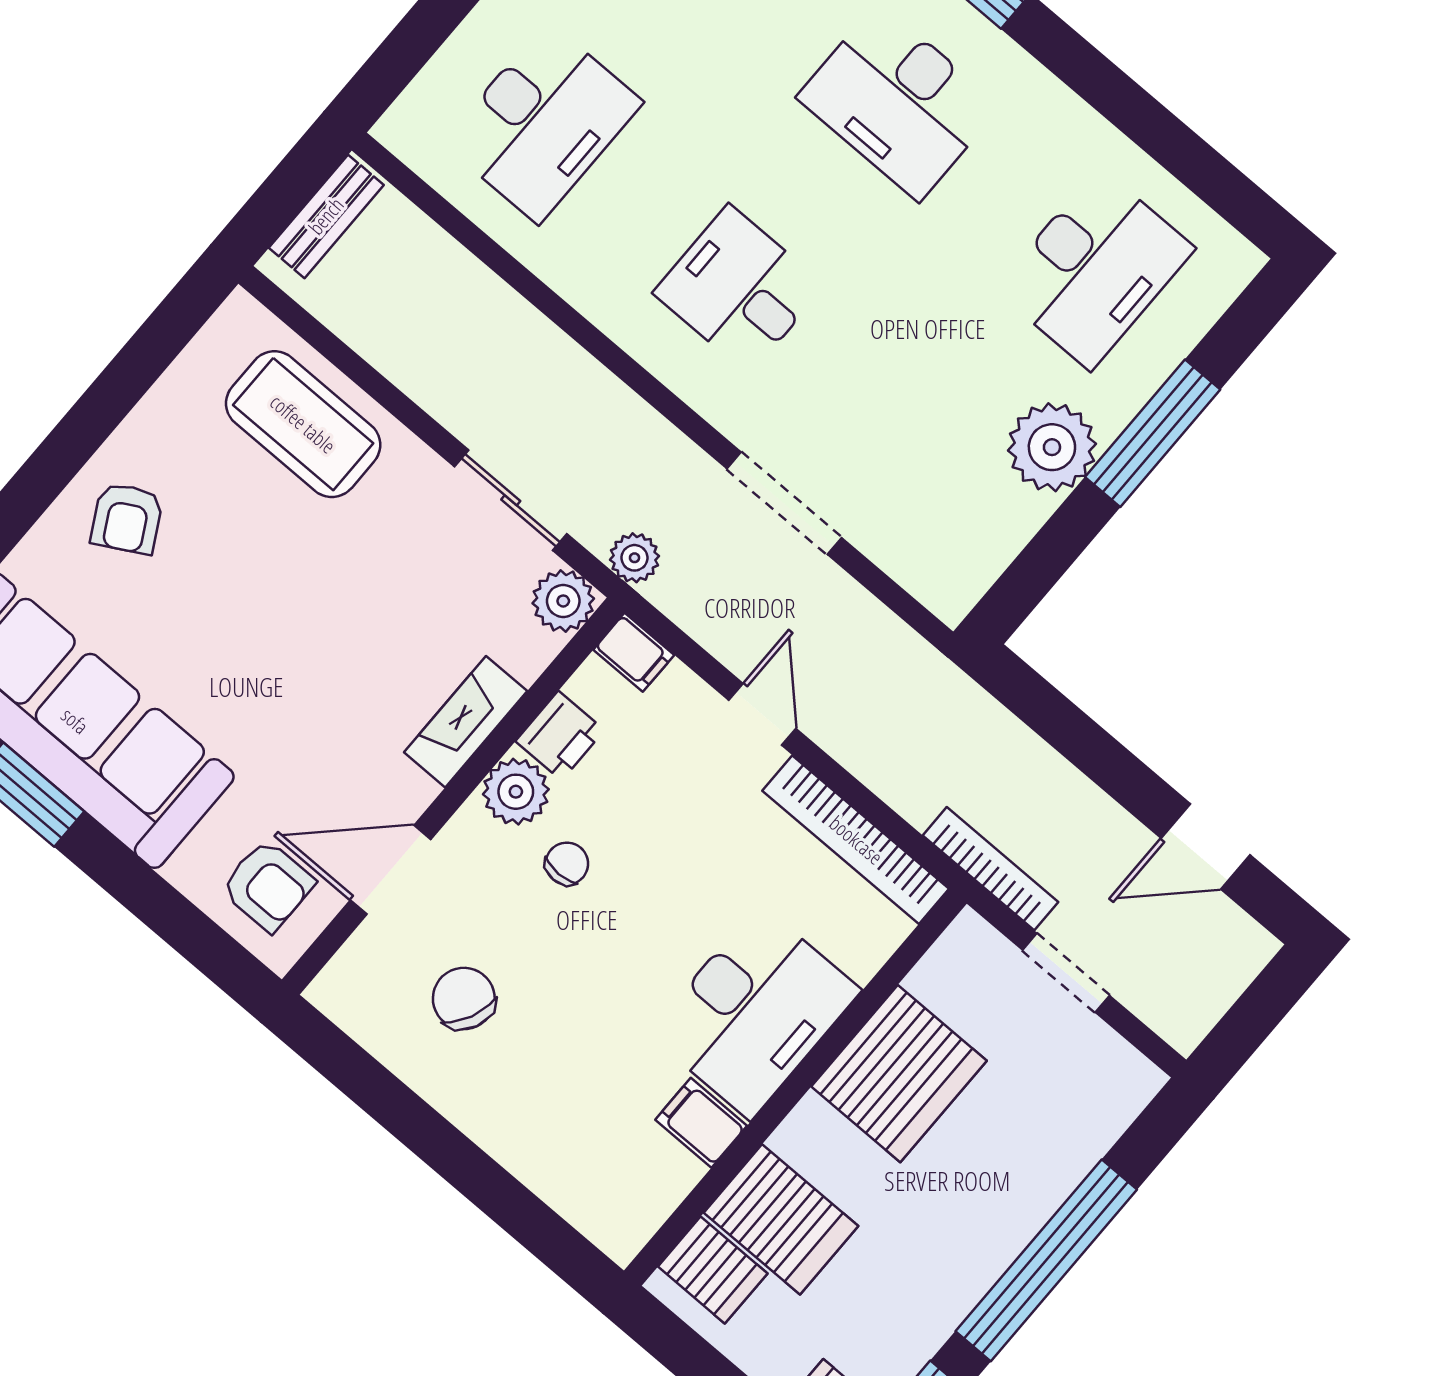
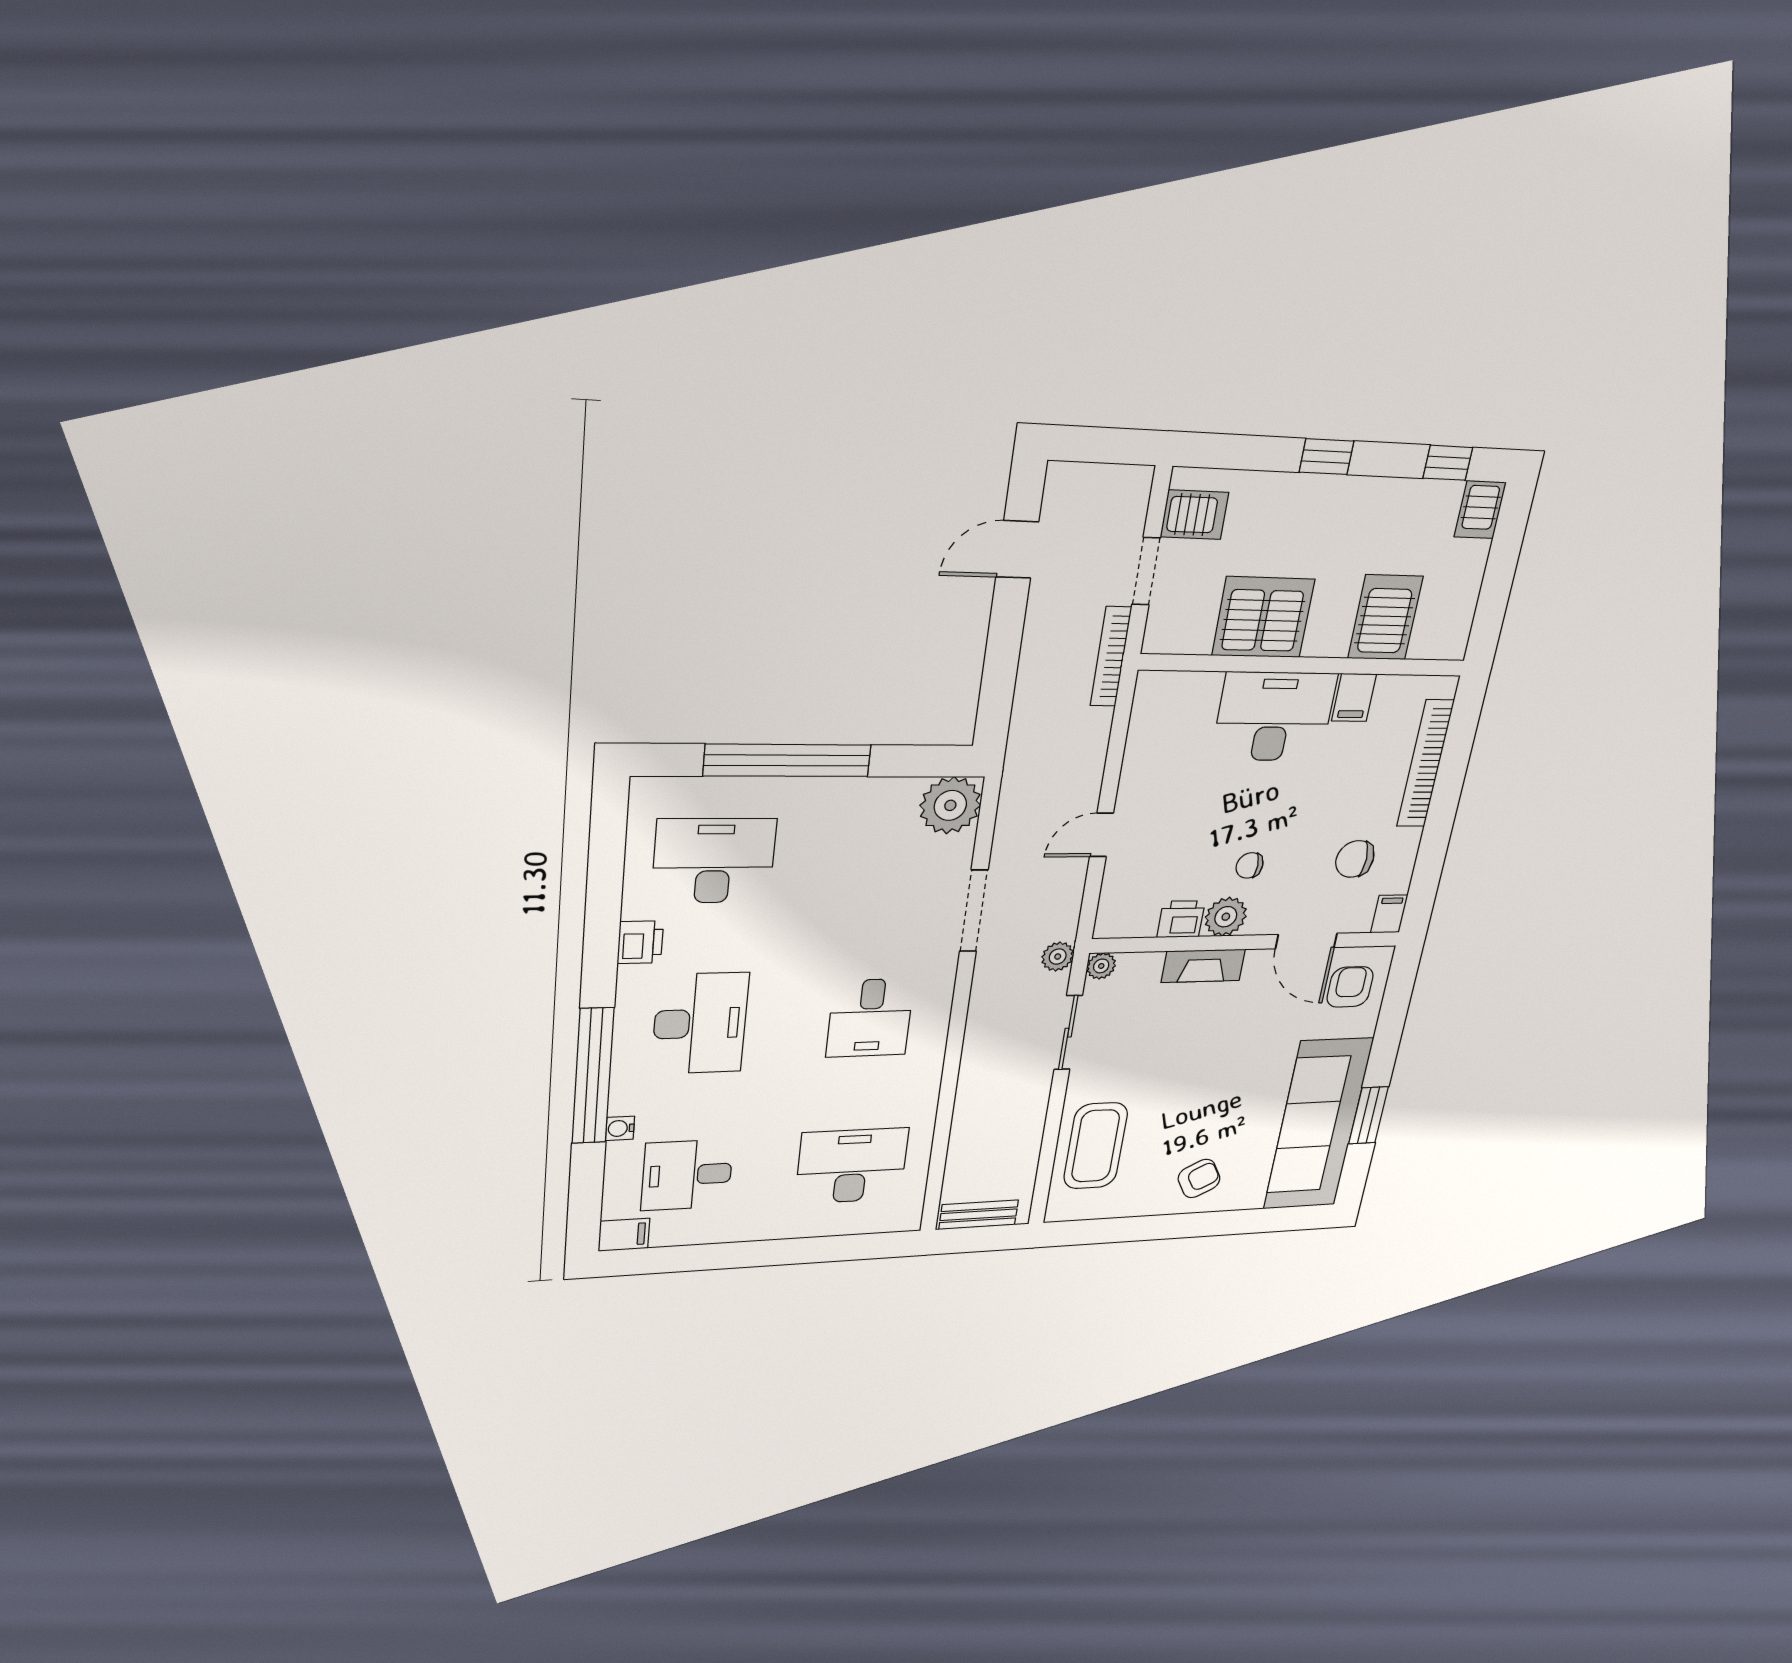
printer: (1060, 118) -> (640, 942), added
window: (1153, 433) -> (787, 760), width x1.46
plant: (1052, 447) -> (950, 805), moved
plant: (563, 601) -> (1101, 966), width x0.73, depth x0.73
filing cabinet: (634, 652) -> (1389, 914), moved
bookcase: (856, 840) -> (1425, 764), moved, turned 180
door: (1206, 846) -> (1017, 549), swing flipped
chair: (464, 998) -> (1355, 859), turned 65
window: (1046, 1260) -> (1327, 457), width x0.32
server rack: (713, 1270) -> (1194, 515), moved, turned 90

